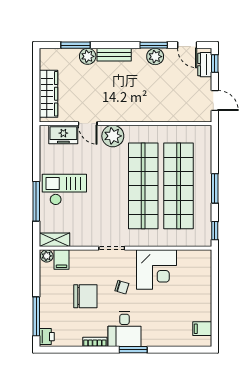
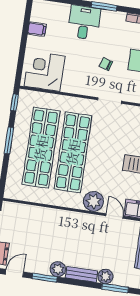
door: (187, 45) -> (14, 273), hinge flipped
plant: (155, 57) -> (58, 269), moved
corner desk: (156, 270) -> (44, 71), moved
desk: (124, 329) -> (84, 22), moved
filing cabinet: (202, 329) -> (37, 29), moved

